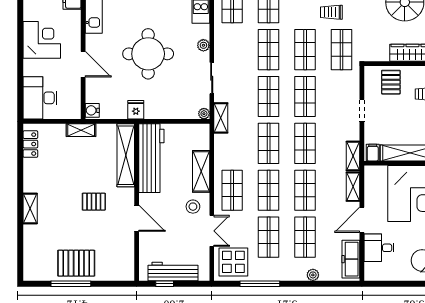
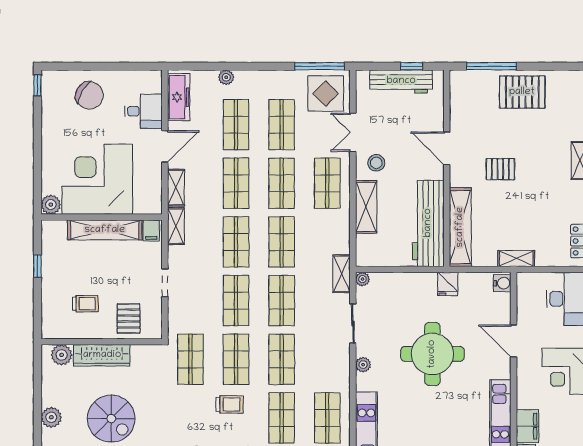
trolley: (331, 12) -> (230, 404), moved
window: (71, 284) -> (491, 66), moved
window: (260, 284) -> (319, 66), moved

